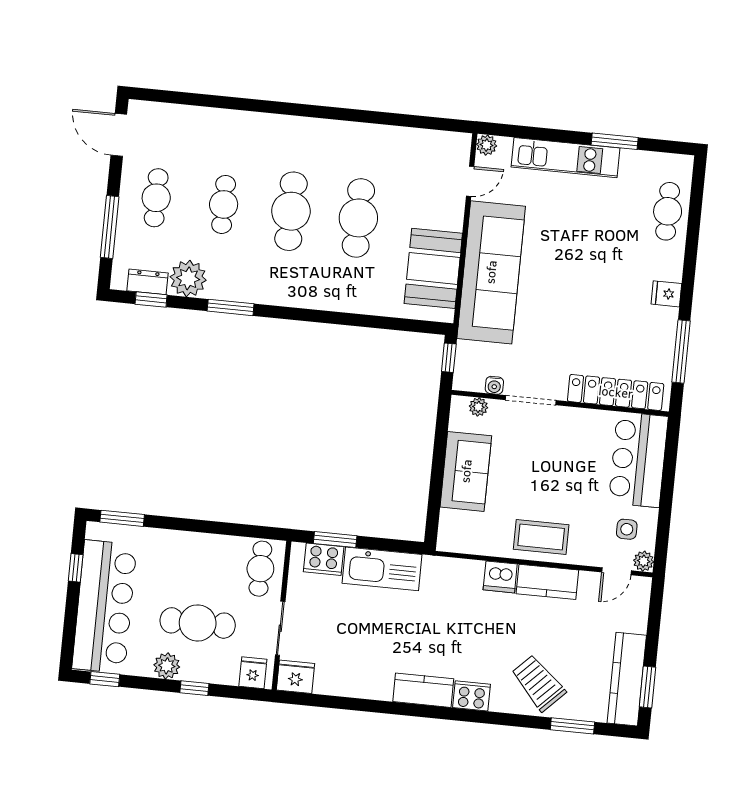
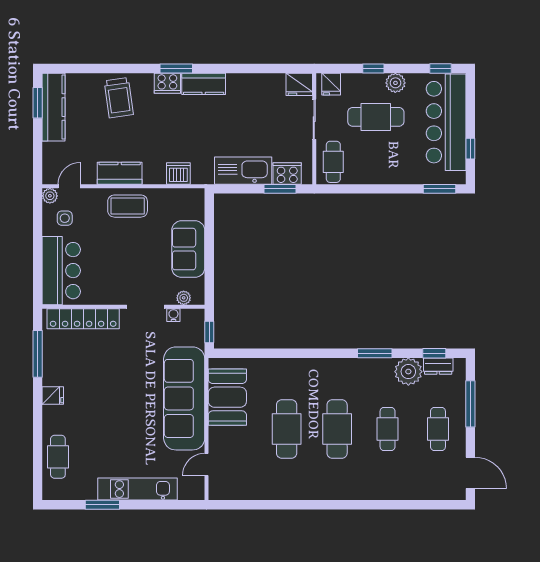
plant: (487, 145) -> (197, 493), removed
dishwasher: (500, 577) -> (178, 173), moved
trolley: (538, 683) -> (119, 98), turned 37
window: (572, 726) -> (176, 68), moved

